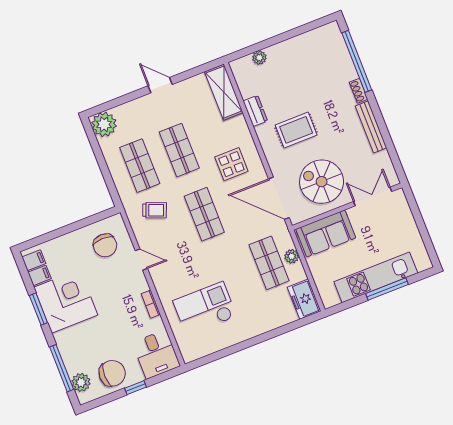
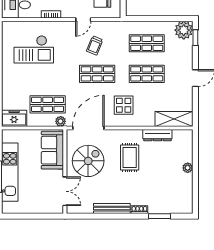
plant: (259, 58) -> (188, 168), moved
window: (357, 61) -> (160, 216), width x0.47
window: (108, 106) -> (195, 38), added
dresser: (255, 111) -> (157, 135), width x1.44
trolley: (155, 210) -> (95, 45), moved
plant: (292, 256) -> (61, 121), moved
checkout: (205, 309) -> (34, 49), turned 90

